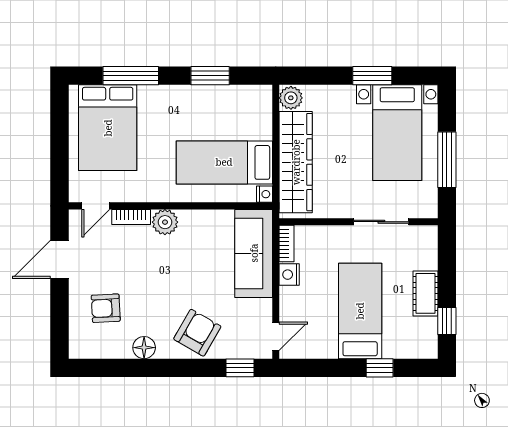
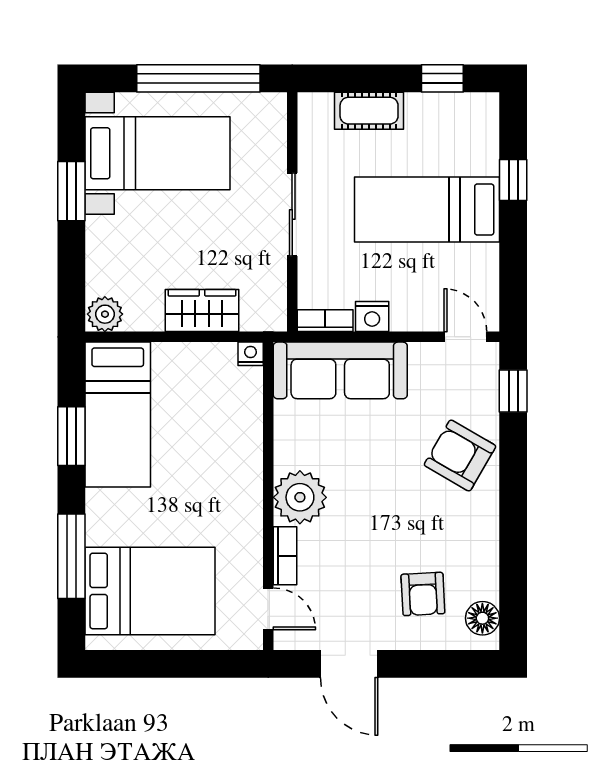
window: (447, 160) -> (198, 78), width x1.46
bed: (224, 162) -> (118, 415), moved
wardrobe: (296, 162) -> (202, 311), width x0.48, depth x0.85
plant: (165, 222) -> (300, 497), width x1.36, depth x1.36
sliding door: (381, 222) -> (292, 215), moved
cot: (425, 293) -> (369, 111), moved
floor lamp: (144, 348) -> (482, 618), moved

